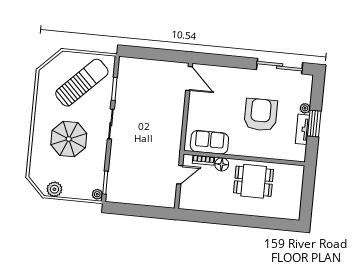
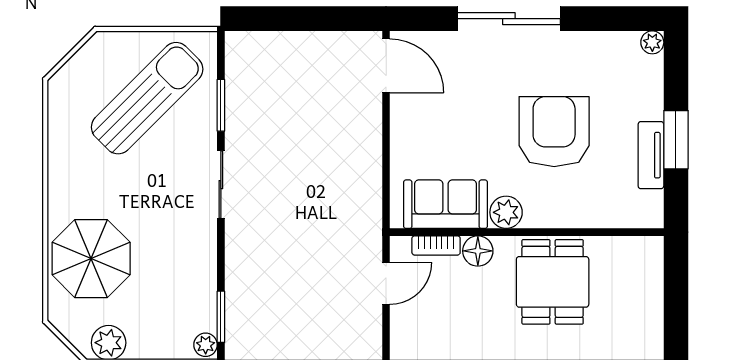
sliding door: (280, 66) -> (509, 19), moved
plant: (305, 108) -> (652, 42), moved
parasol: (69, 139) -> (91, 259), moved
plant: (236, 148) -> (506, 212), added
dining table: (254, 181) -> (553, 282), turned 90

